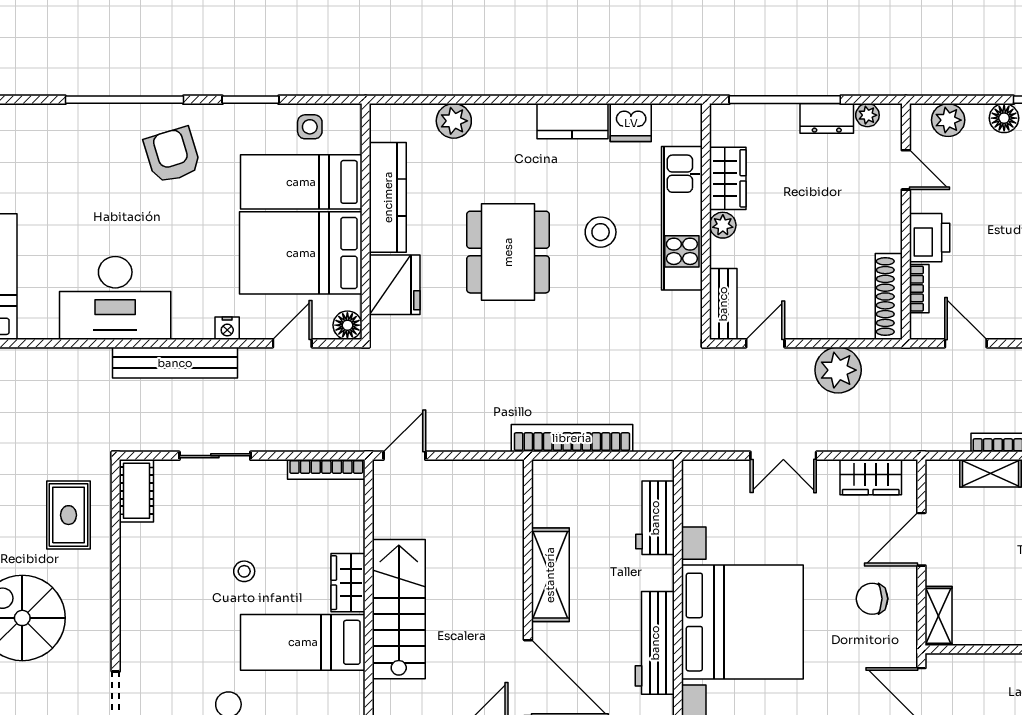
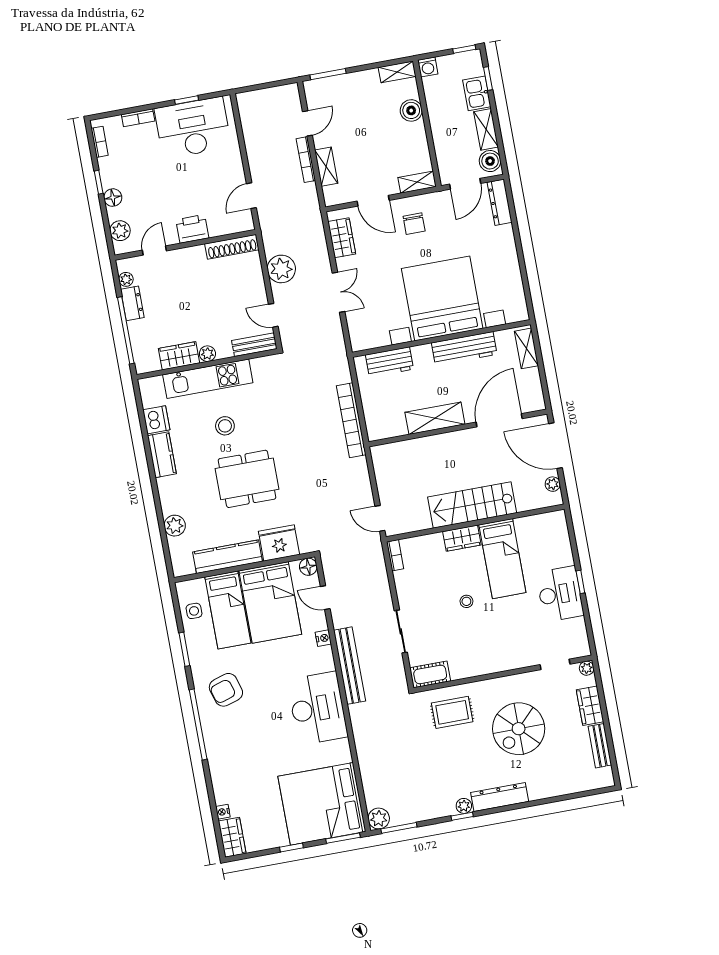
bookcase: (919, 289) -> (224, 229), removed
bookcase: (326, 469) -> (395, 555), width x0.64

